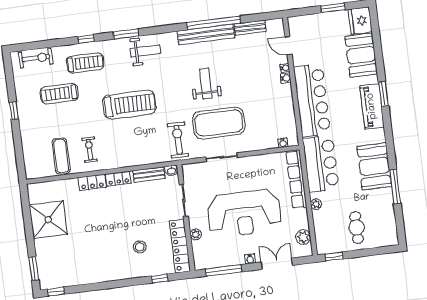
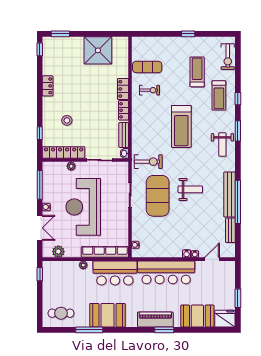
cafe table: (357, 227) -> (61, 313), moved
locker: (100, 276) -> (48, 86), added

